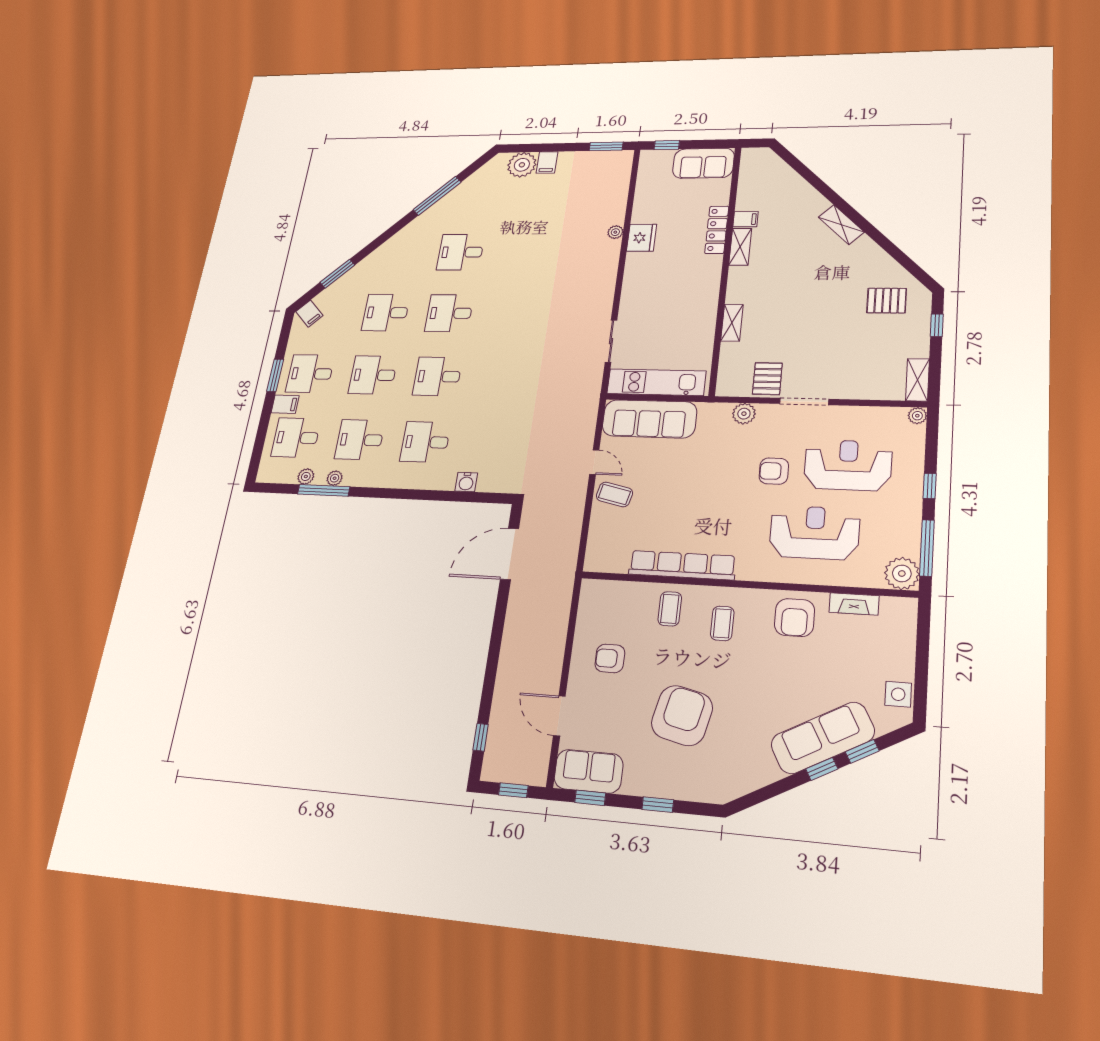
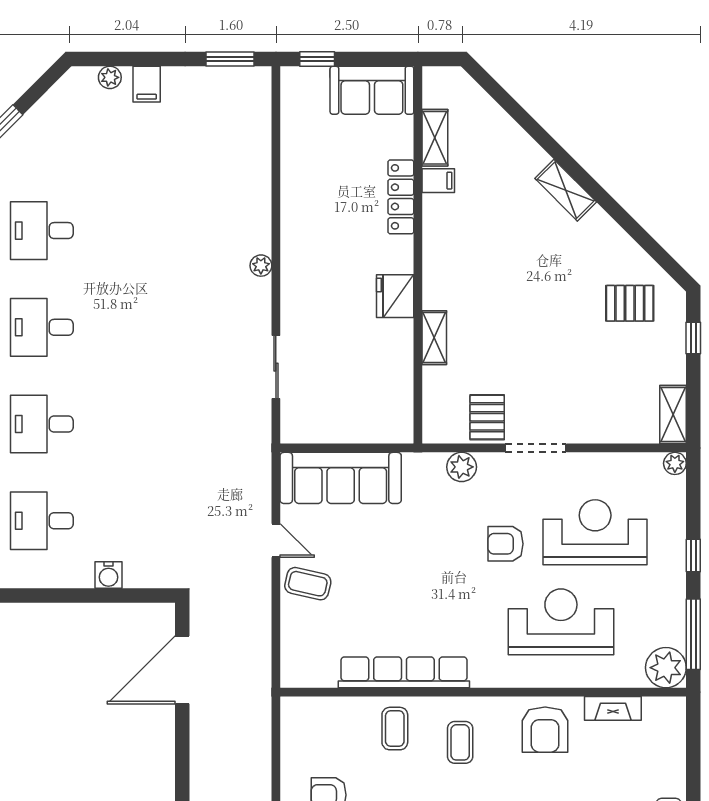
plant: (522, 165) -> (110, 77), width x0.53, depth x0.53
plant: (615, 232) -> (261, 266), moved
fridge: (642, 238) -> (395, 296), moved, turned 180
shelving: (740, 247) -> (435, 138), moved
kitchen unit: (656, 382) -> (344, 426), removed

